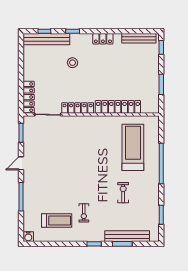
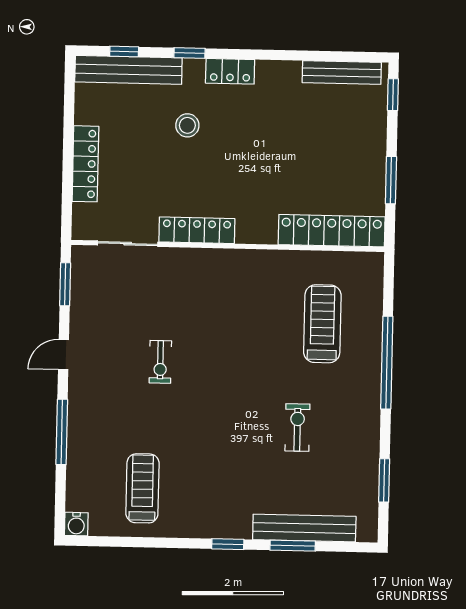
locker: (103, 39) -> (230, 71), moved
locker: (29, 97) -> (85, 164), moved
locker: (118, 107) -> (332, 231), moved
treadmill: (133, 147) -> (322, 324), width x0.73, depth x0.73
exercise bike: (84, 213) -> (160, 362), moved
treadmill: (57, 220) -> (142, 488), turned -90

